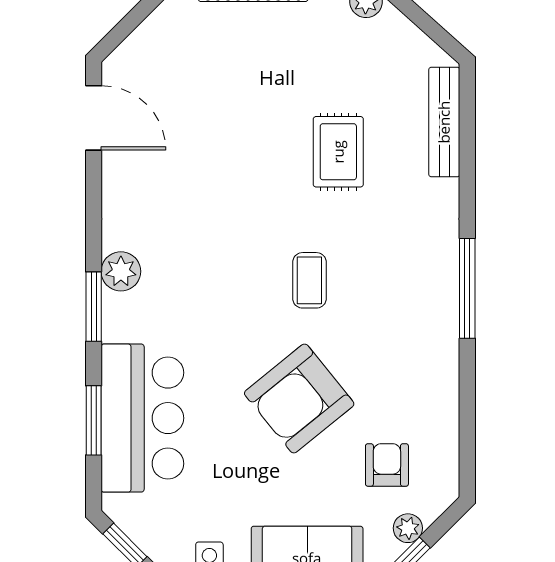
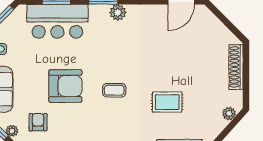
armchair: (299, 398) -> (65, 86), turned 129
armchair: (387, 465) -> (38, 122), turned -90

